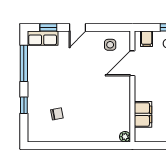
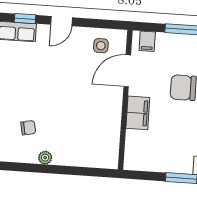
filing cabinet: (143, 114) -> (138, 113), moved
plant: (125, 137) -> (45, 158), moved

